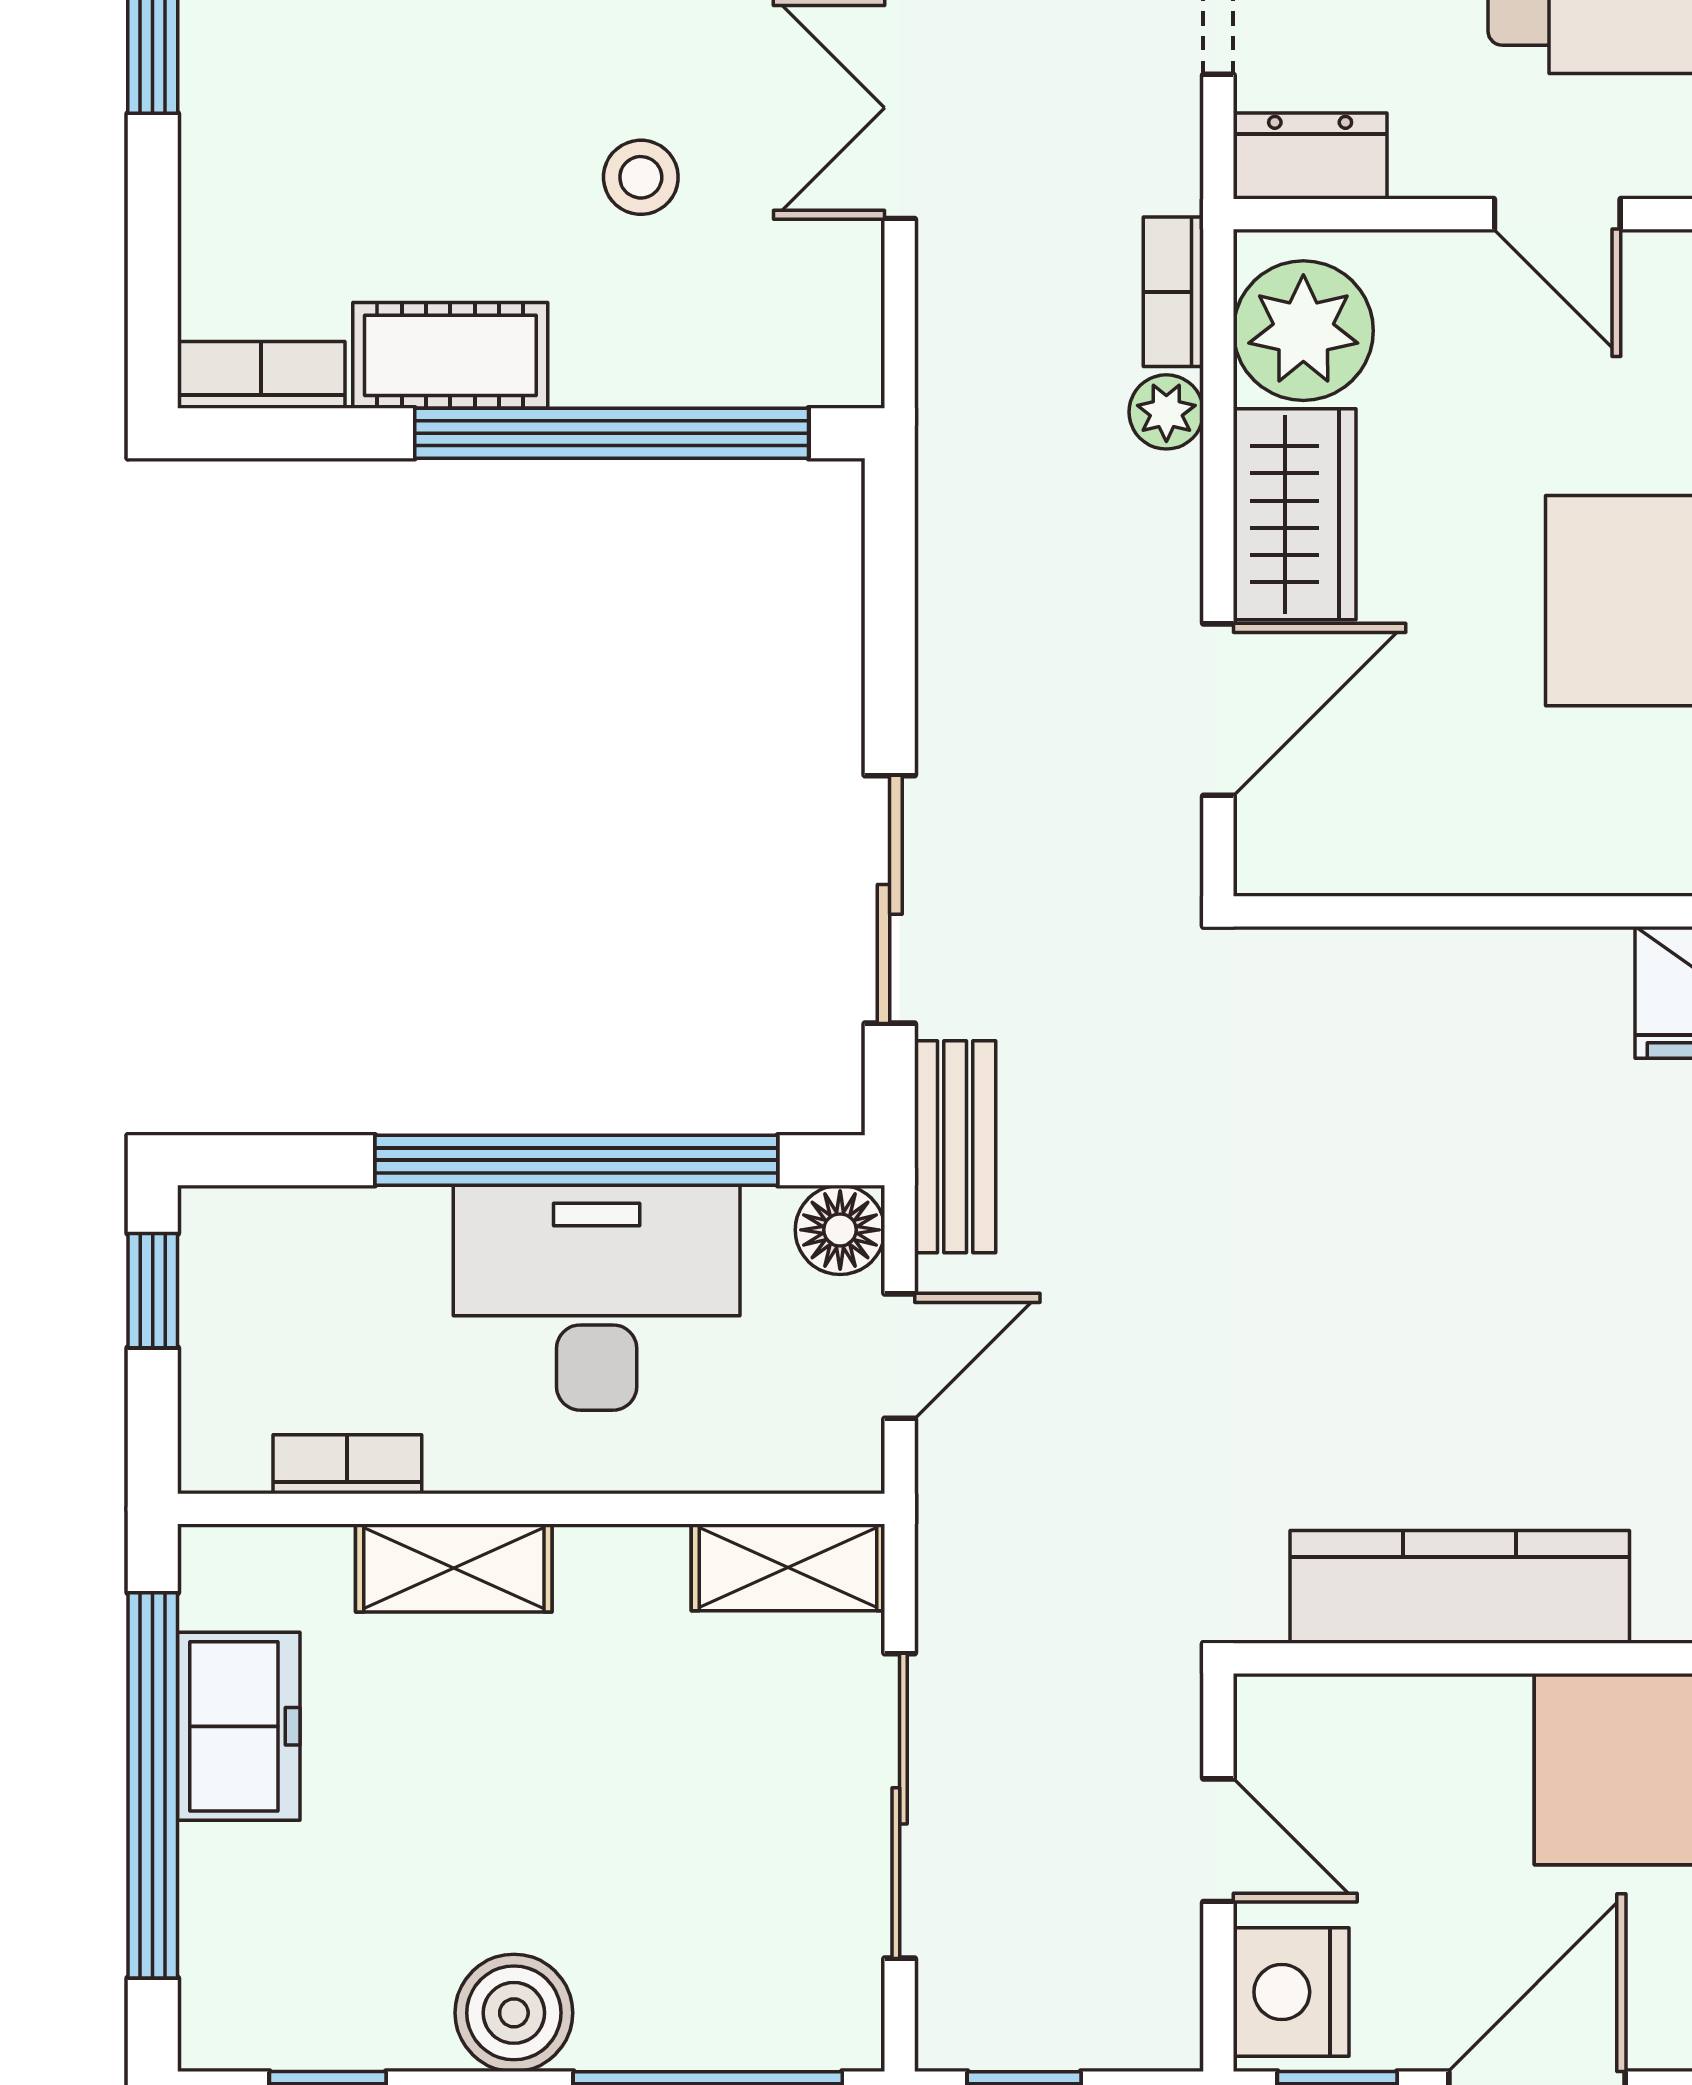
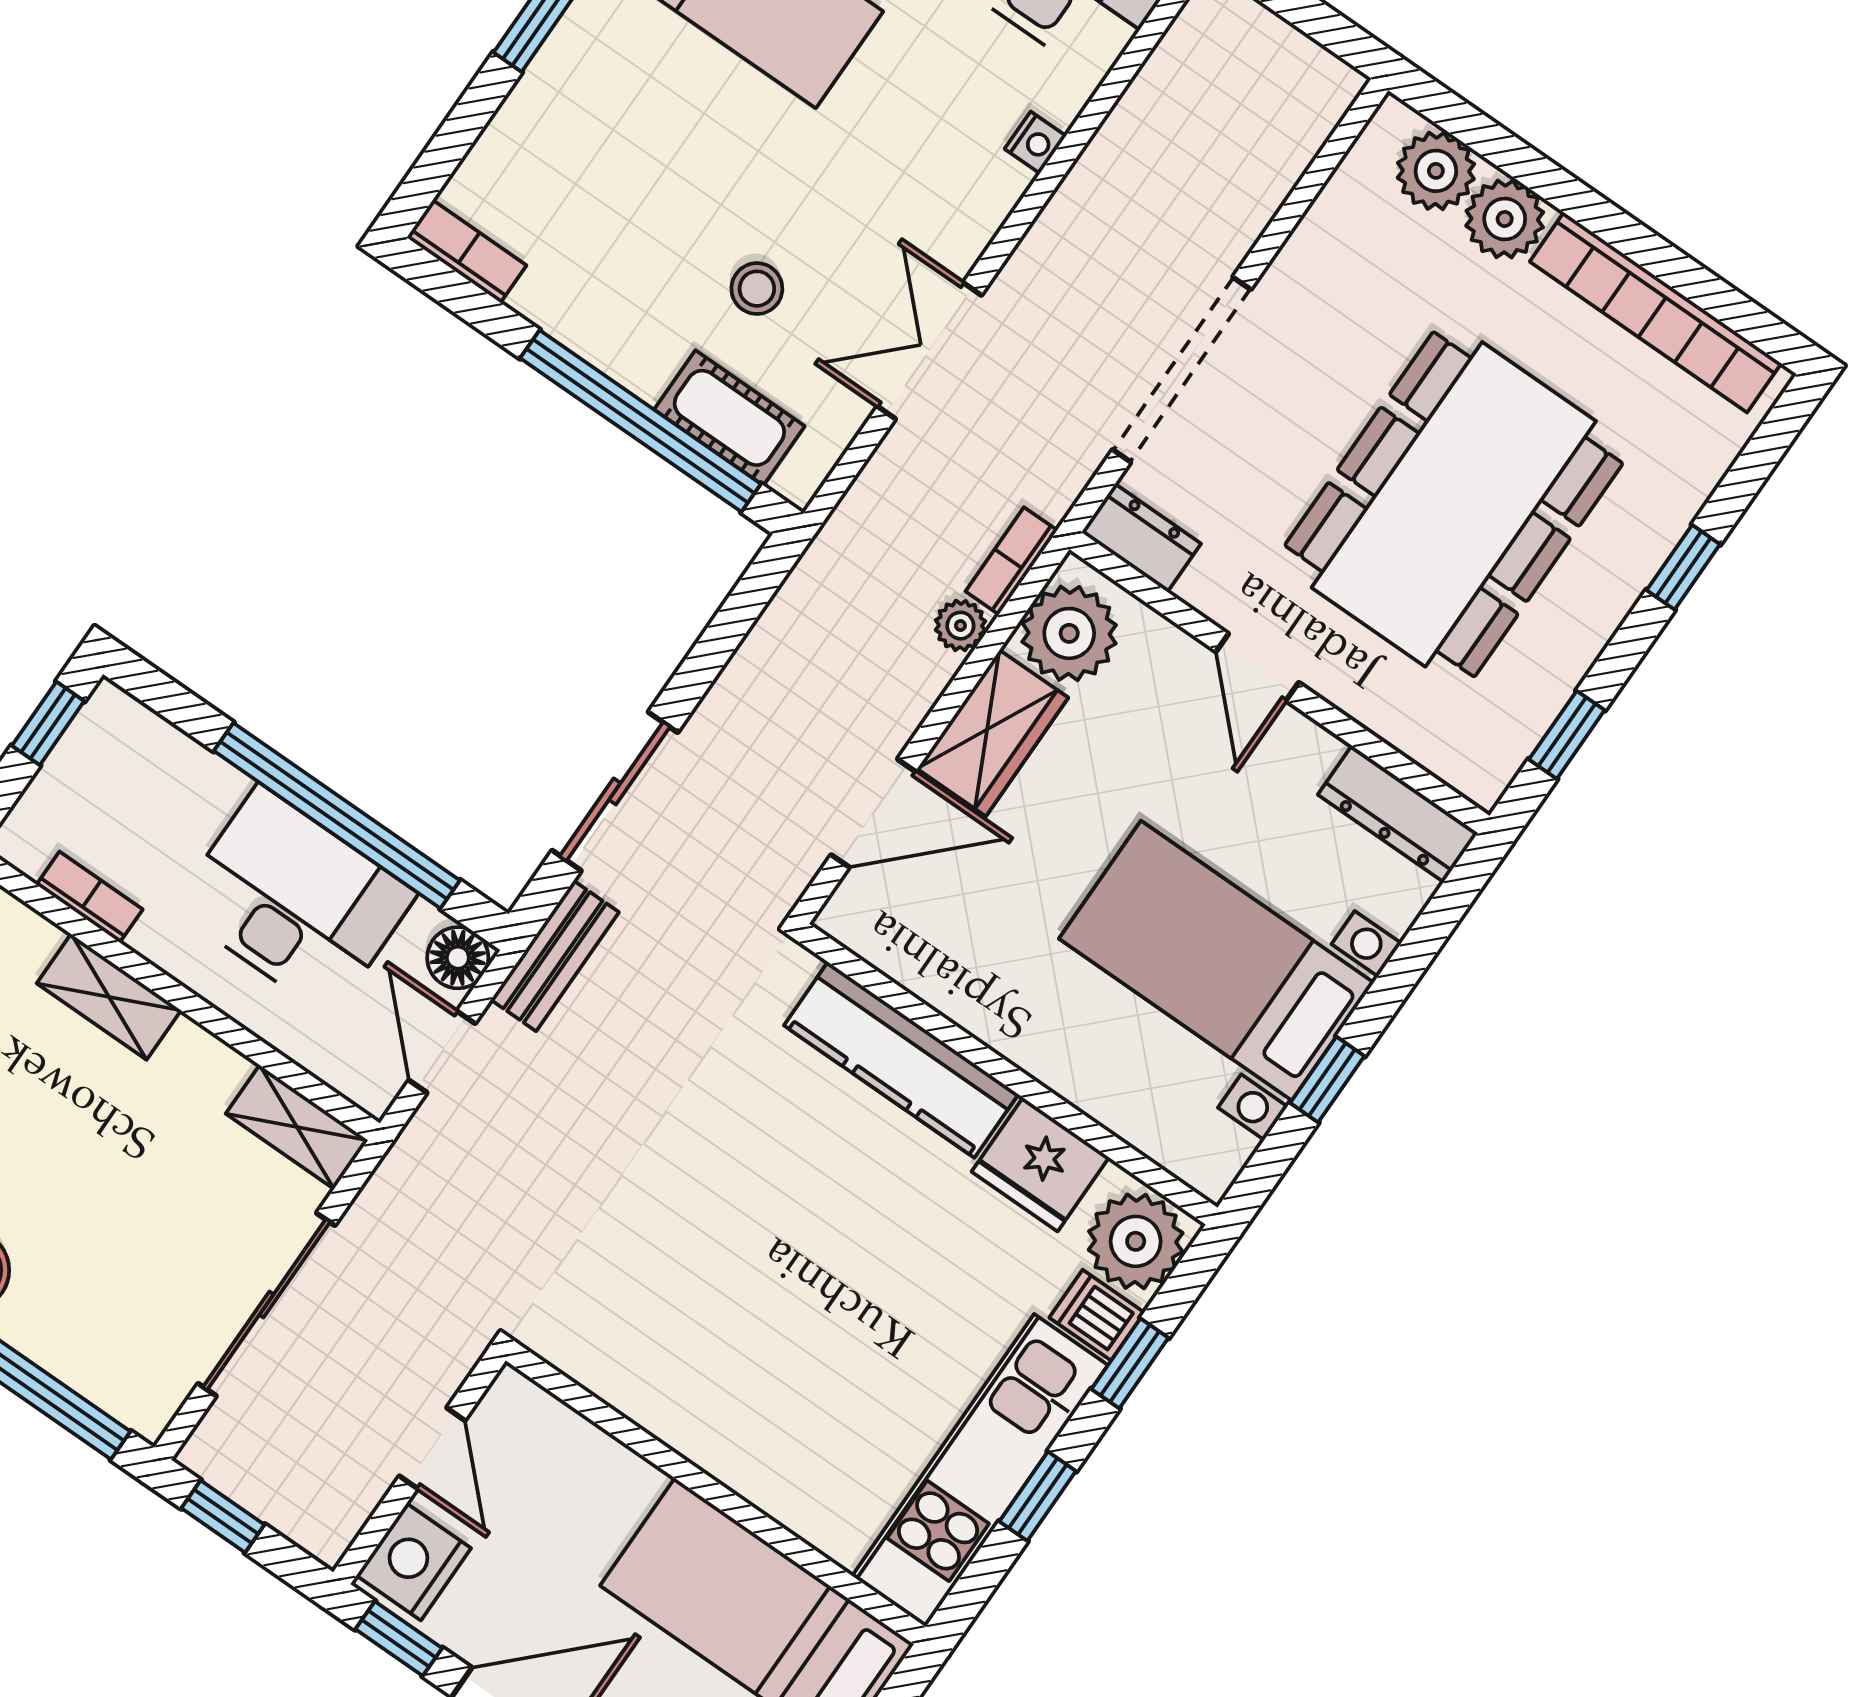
cot: (450, 355) -> (729, 418), moved
door: (900, 1356) -> (442, 1052), swing flipped
kitchen counter: (1460, 1587) -> (901, 1060), moved, turned 180

